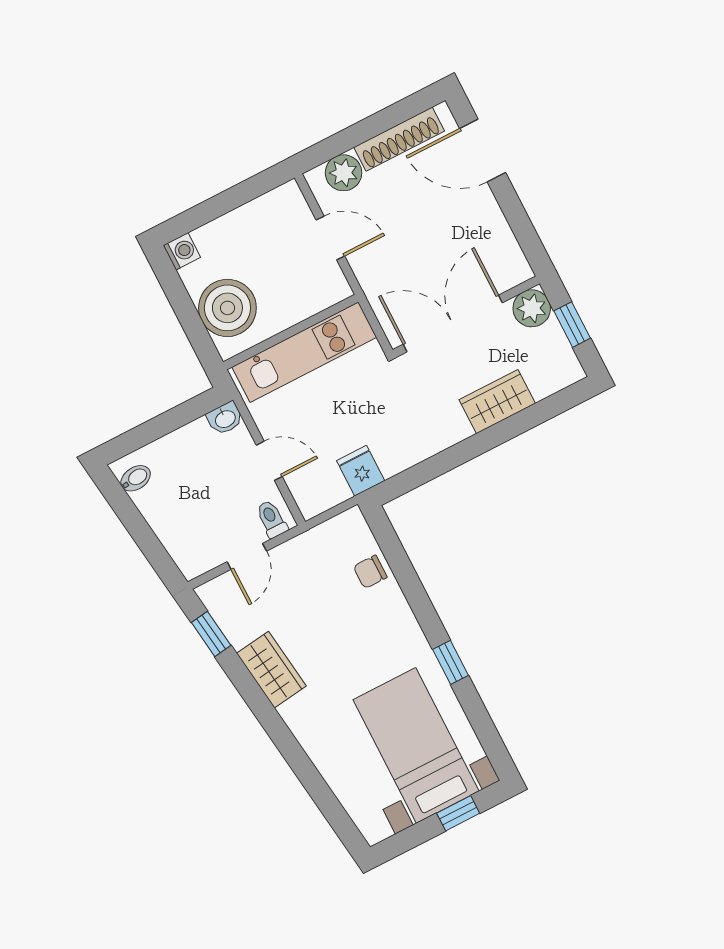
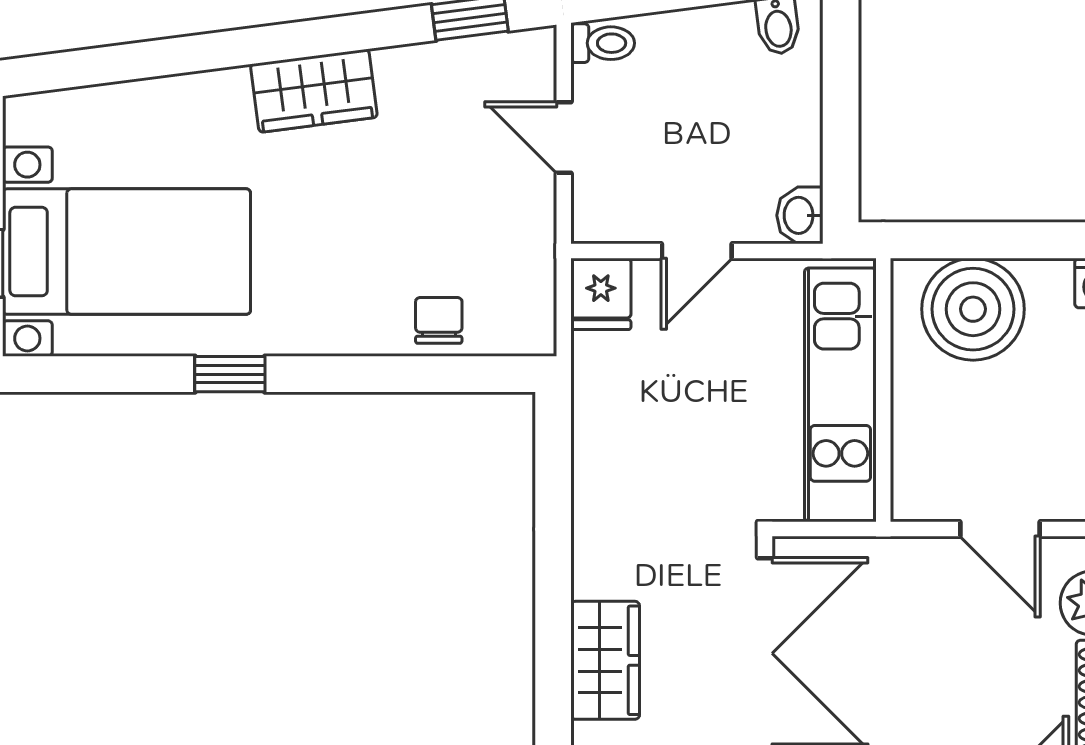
door: (330, 238) -> (1000, 529), hinge flipped
fridge: (361, 471) -> (601, 294), moved, turned 90
toilet: (272, 519) -> (603, 43), moved
wardrobe: (271, 670) -> (314, 91), moved

